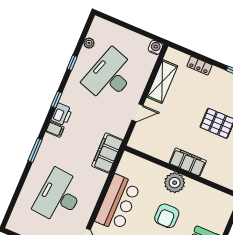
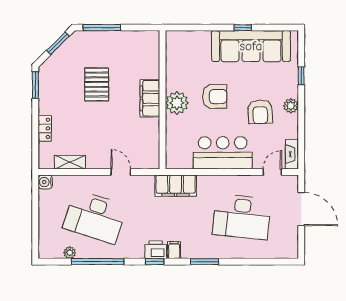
window: (72, 63) -> (98, 262), width x3.17
shelving: (162, 82) -> (70, 162), width x0.67, depth x0.75
window: (56, 100) -> (155, 262), moved

